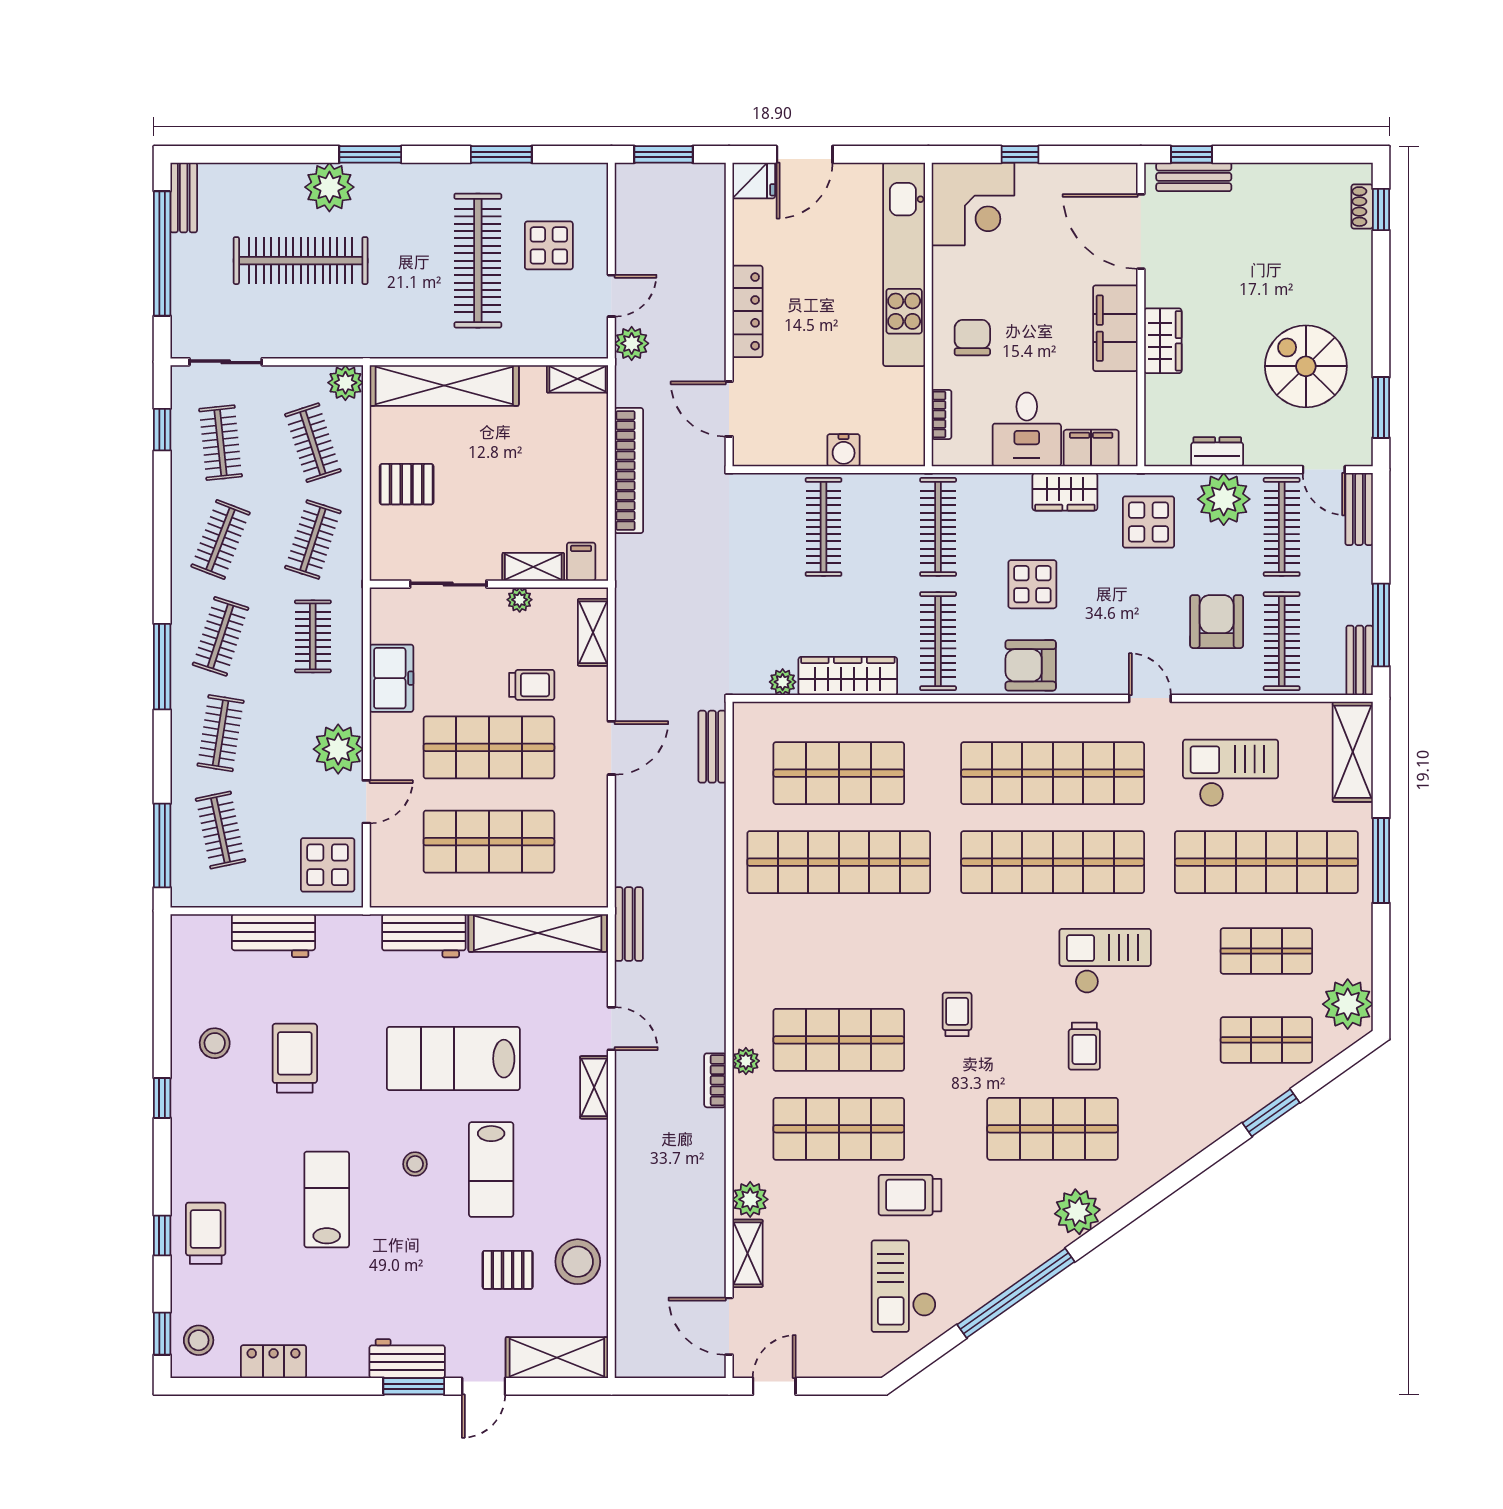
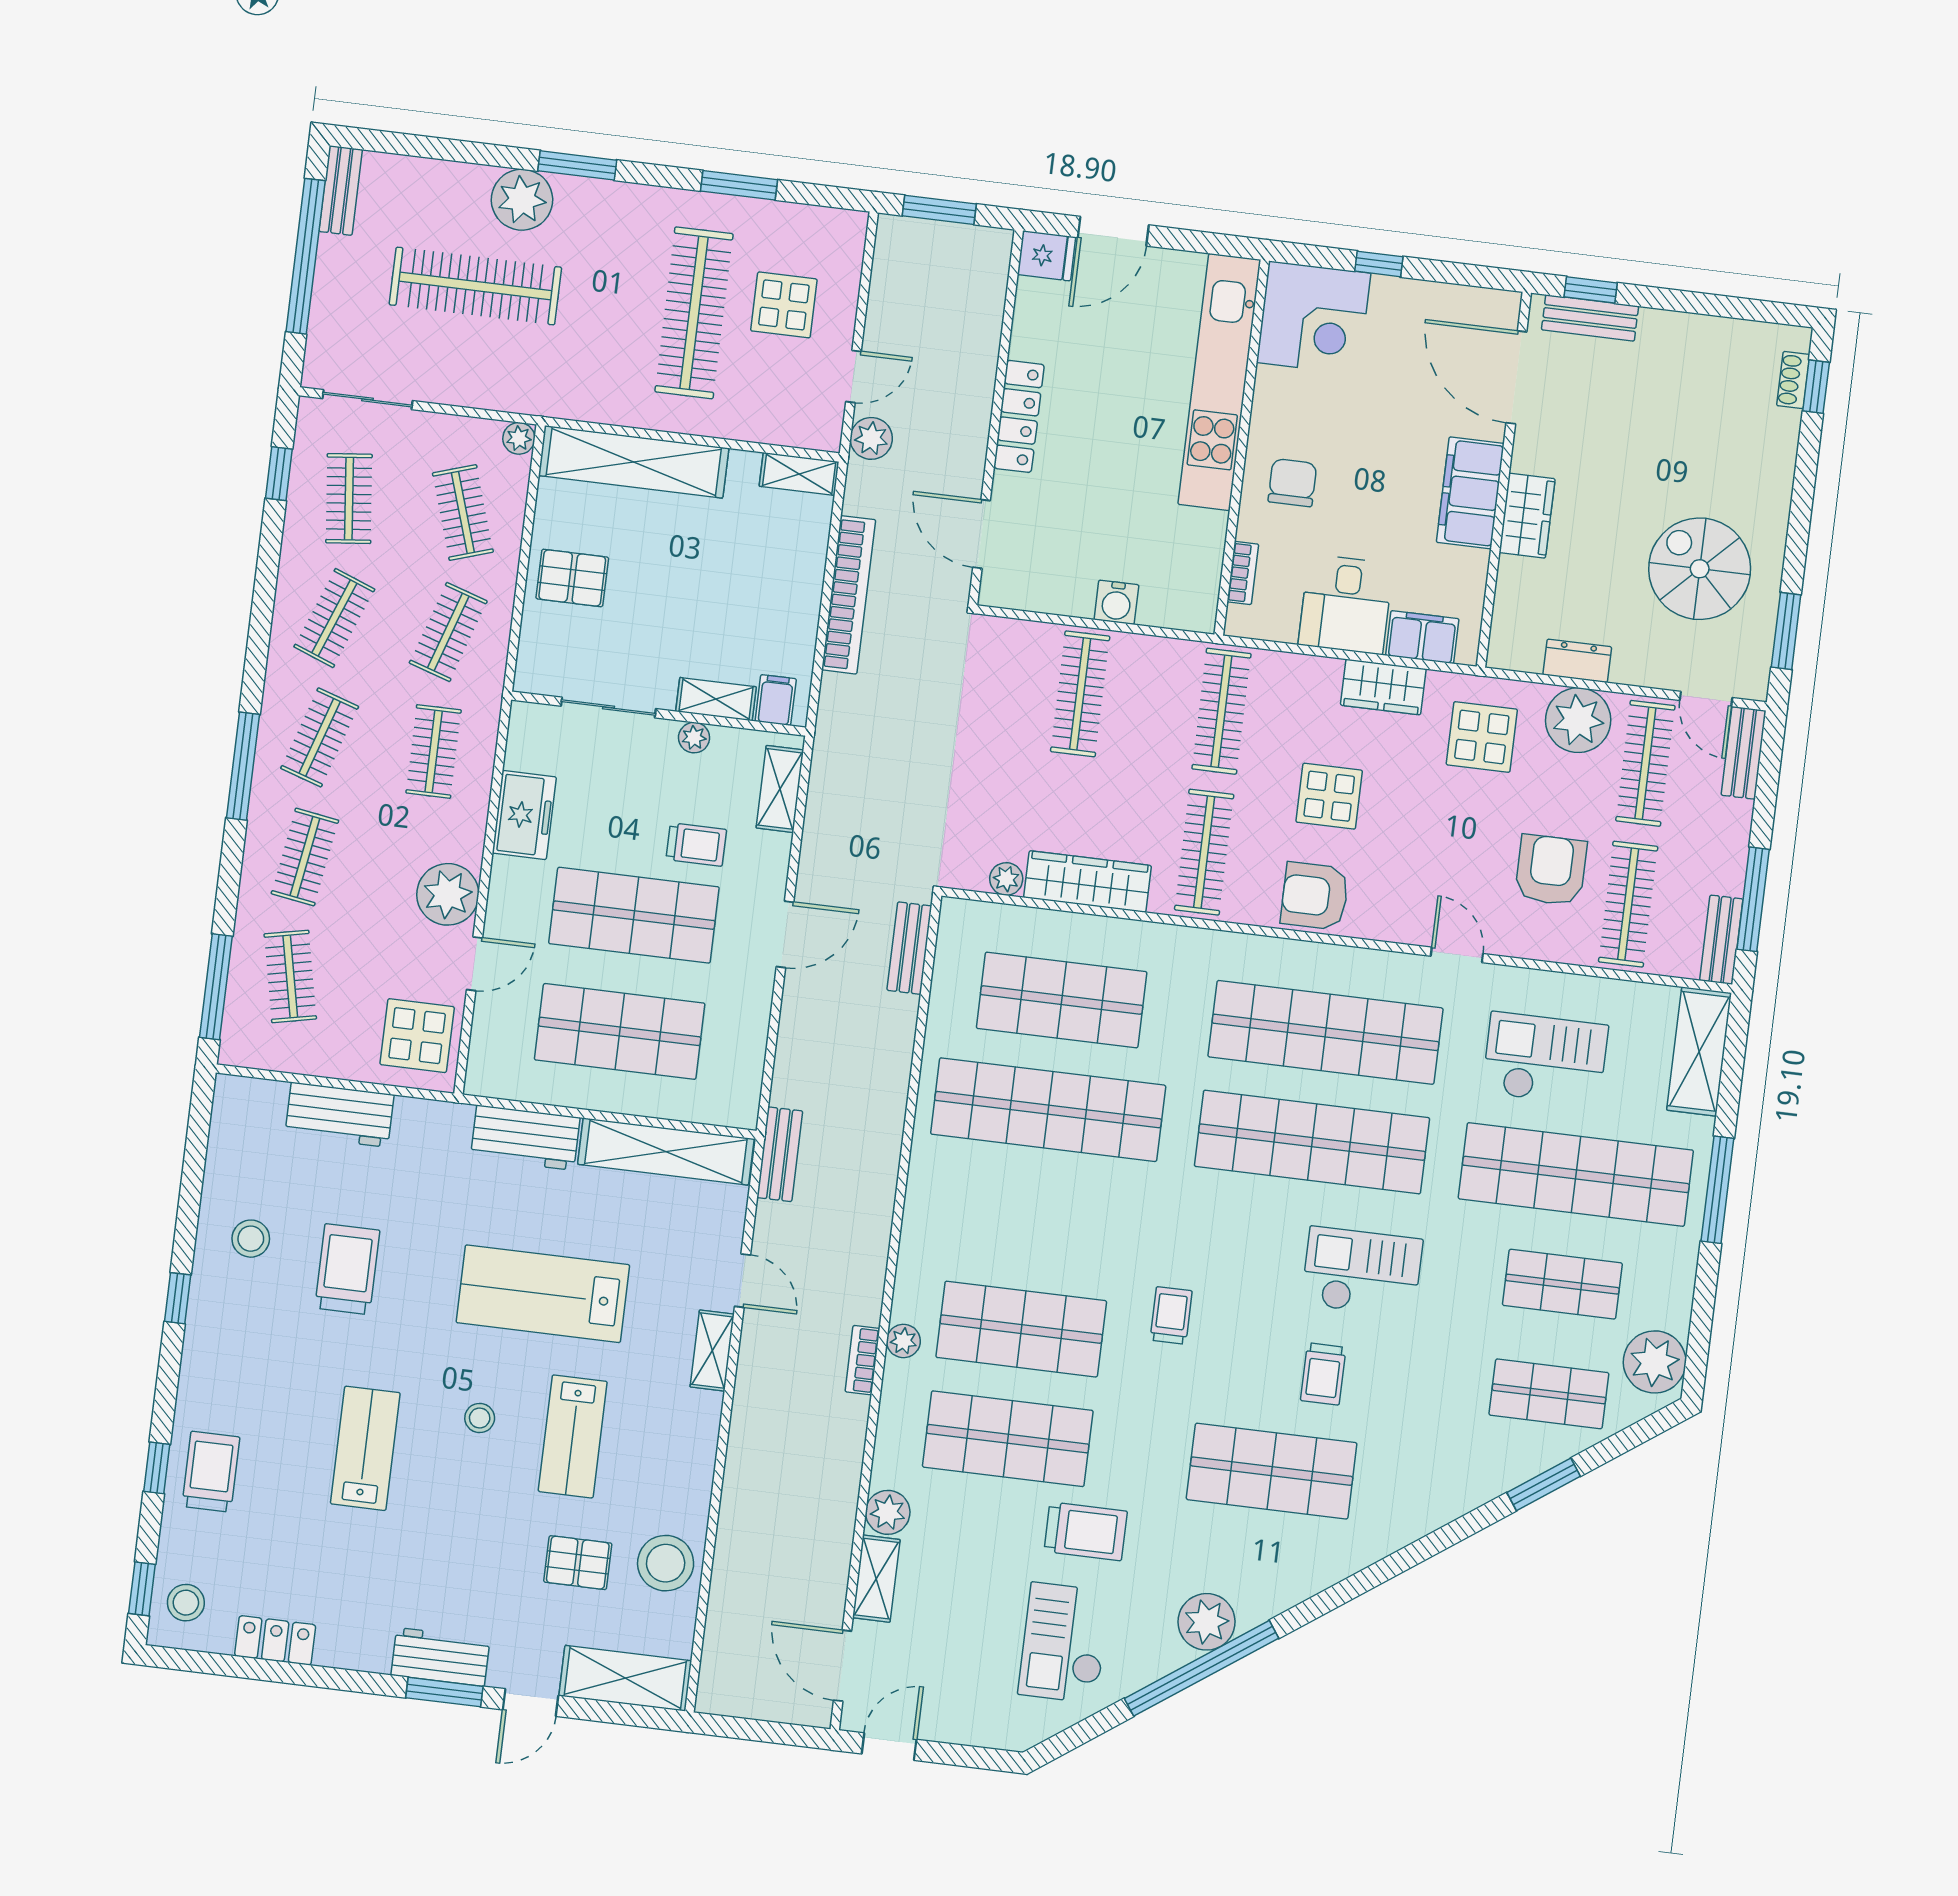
plant: (345, 383) -> (519, 438), width x0.73, depth x0.73
trolley: (910, 1195) -> (1086, 1531), turned 180
plant: (1077, 1212) -> (1207, 1622), moved

